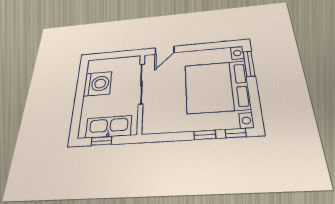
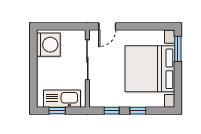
washing machine: (98, 84) -> (48, 45), moved
window: (236, 133) -> (112, 111), moved

